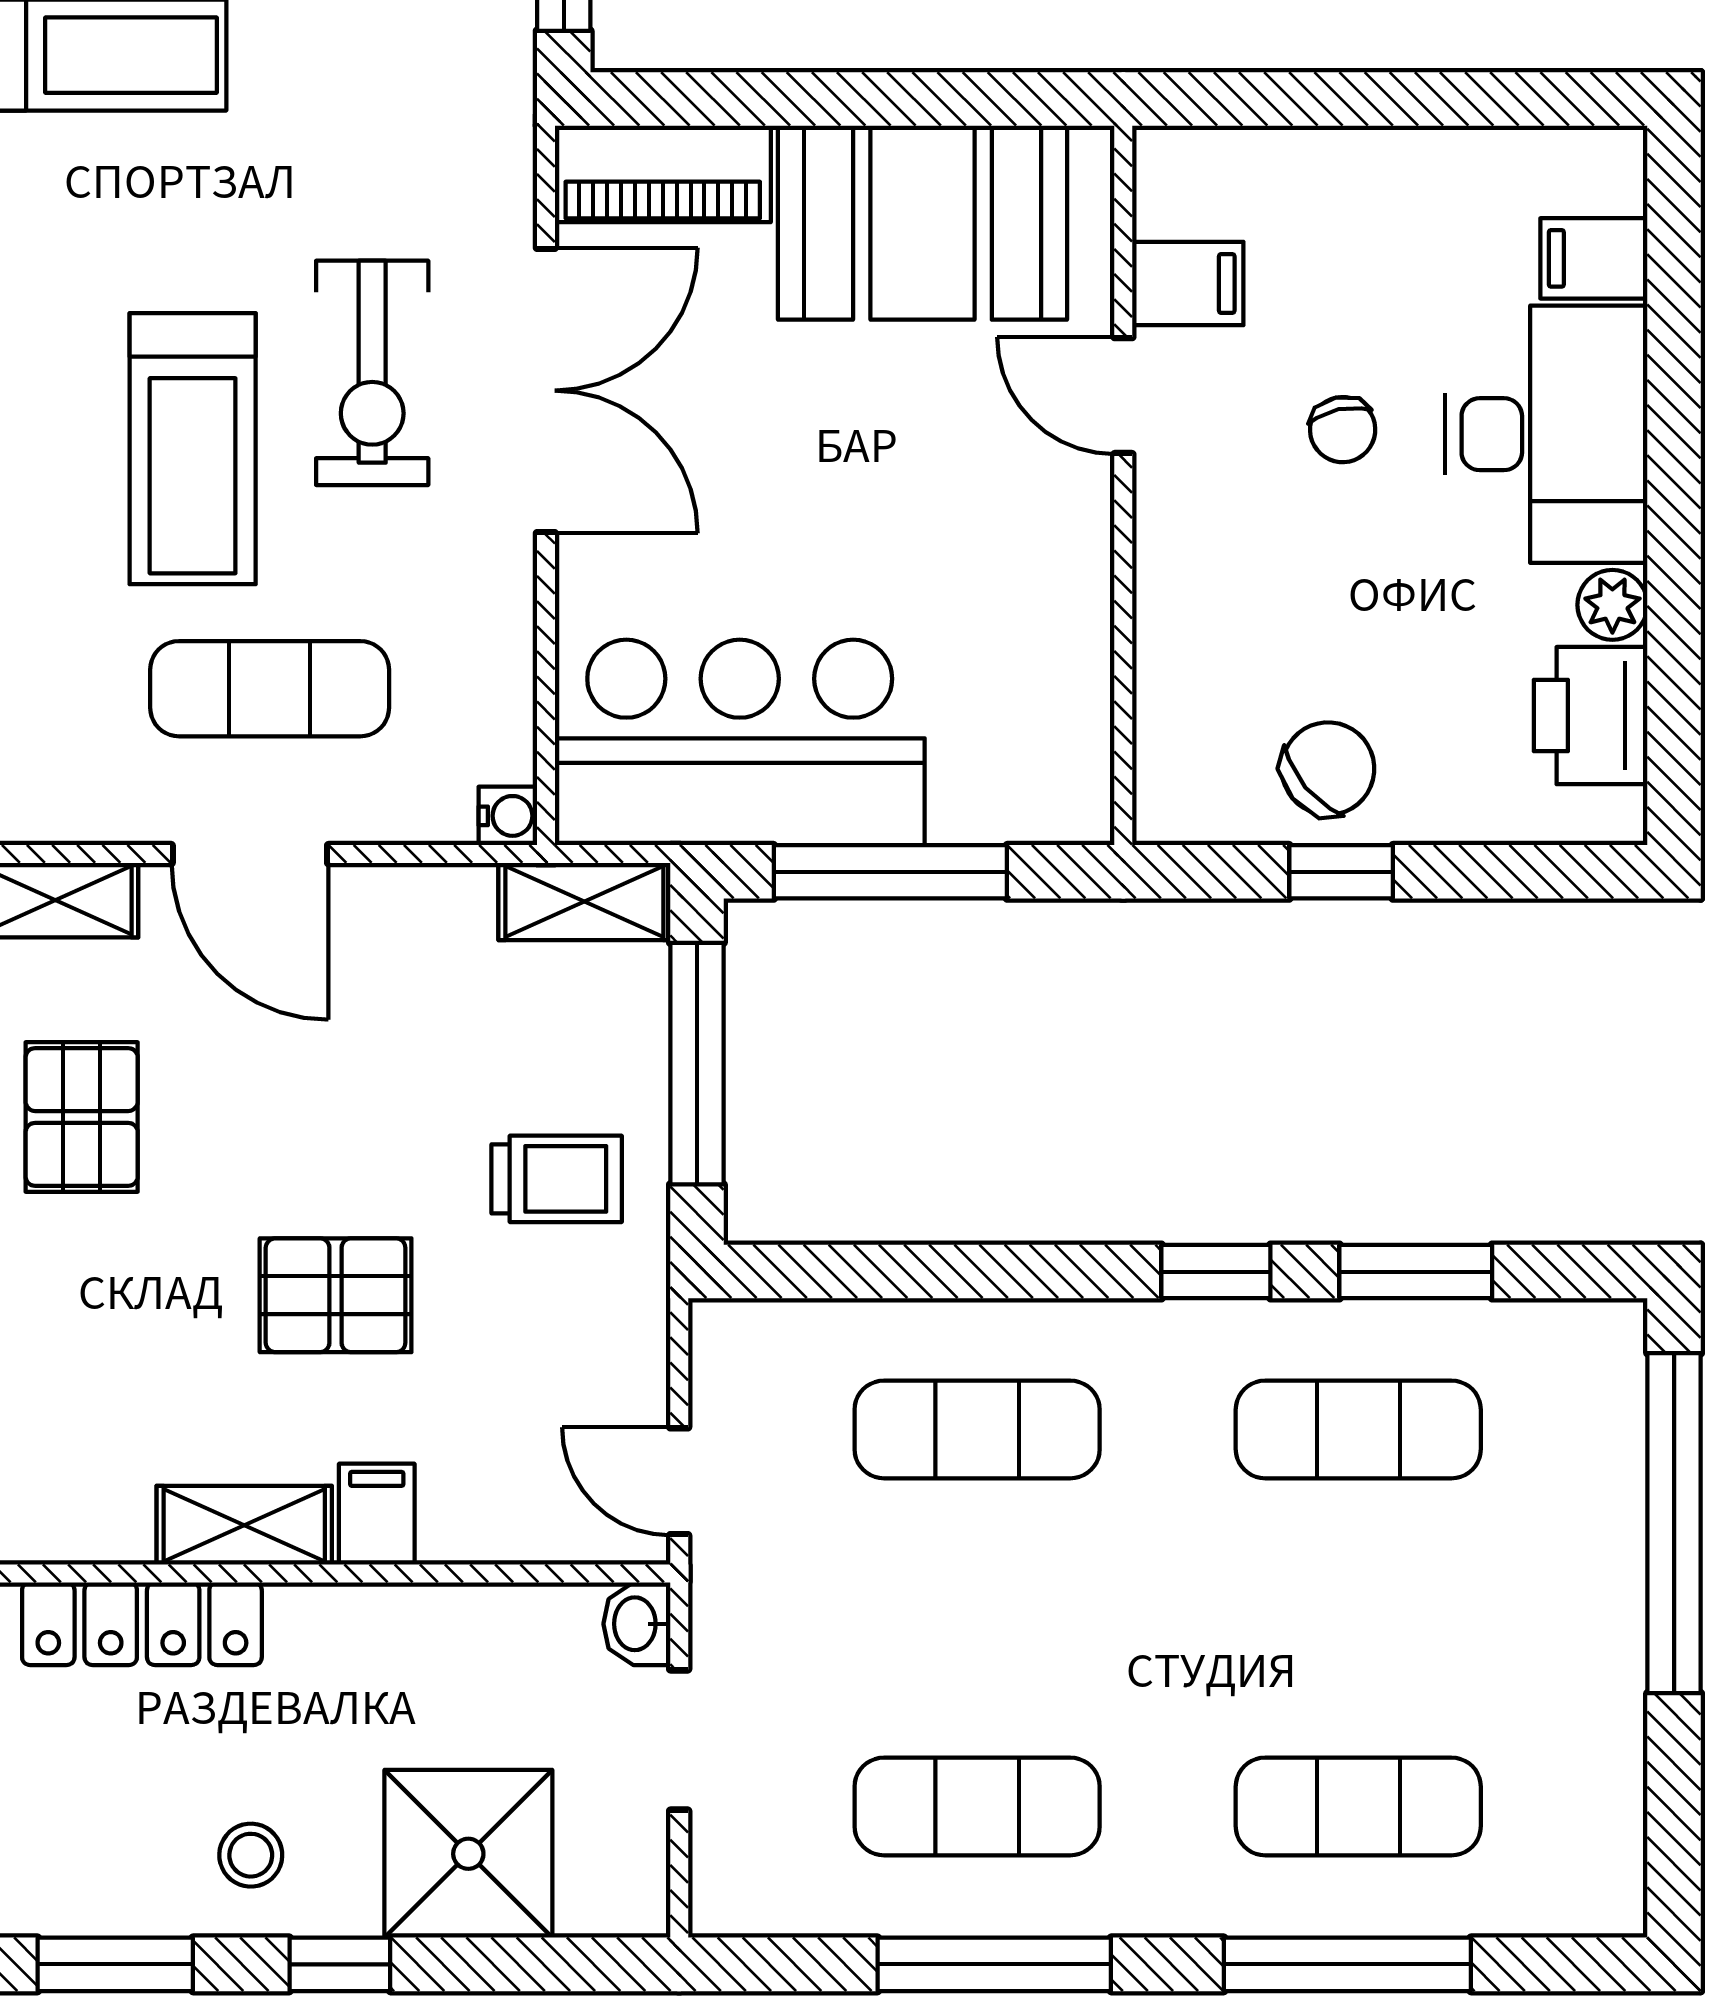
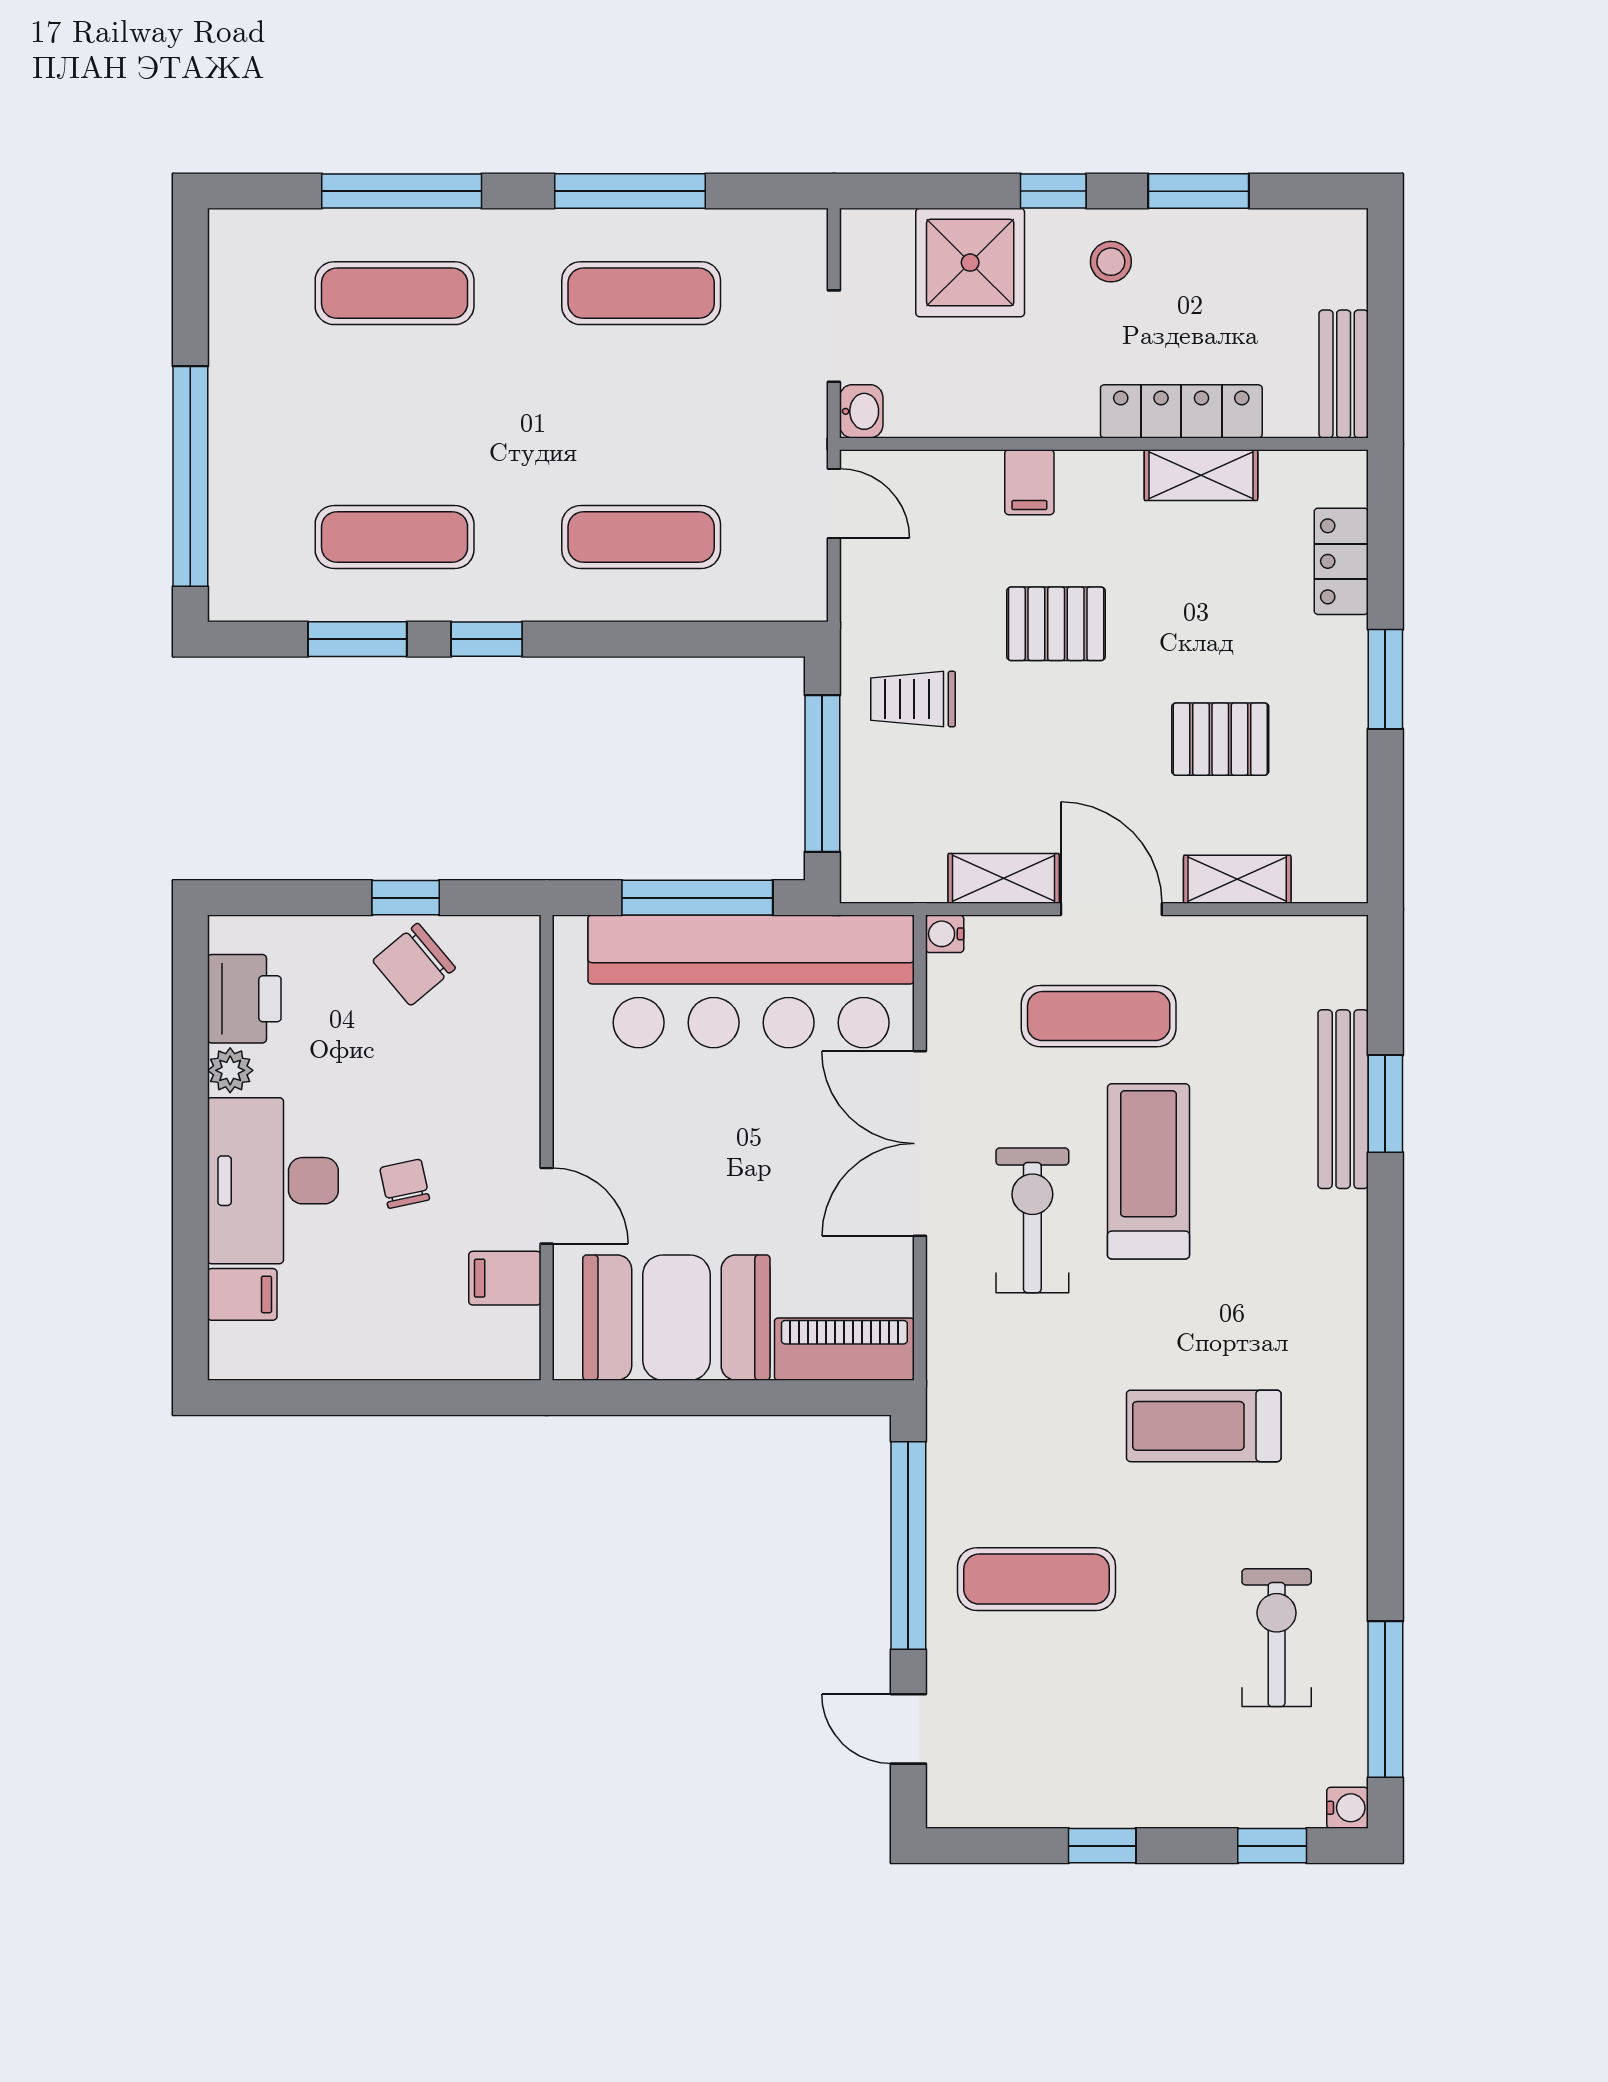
double door: (546, 391) -> (920, 1144), moved
bar counter: (740, 742) -> (751, 981), width x1.36
shelving: (584, 902) -> (1004, 878), moved
pallet: (82, 1117) -> (1220, 739), turned 90
shelving: (244, 1525) -> (1201, 475), moved

